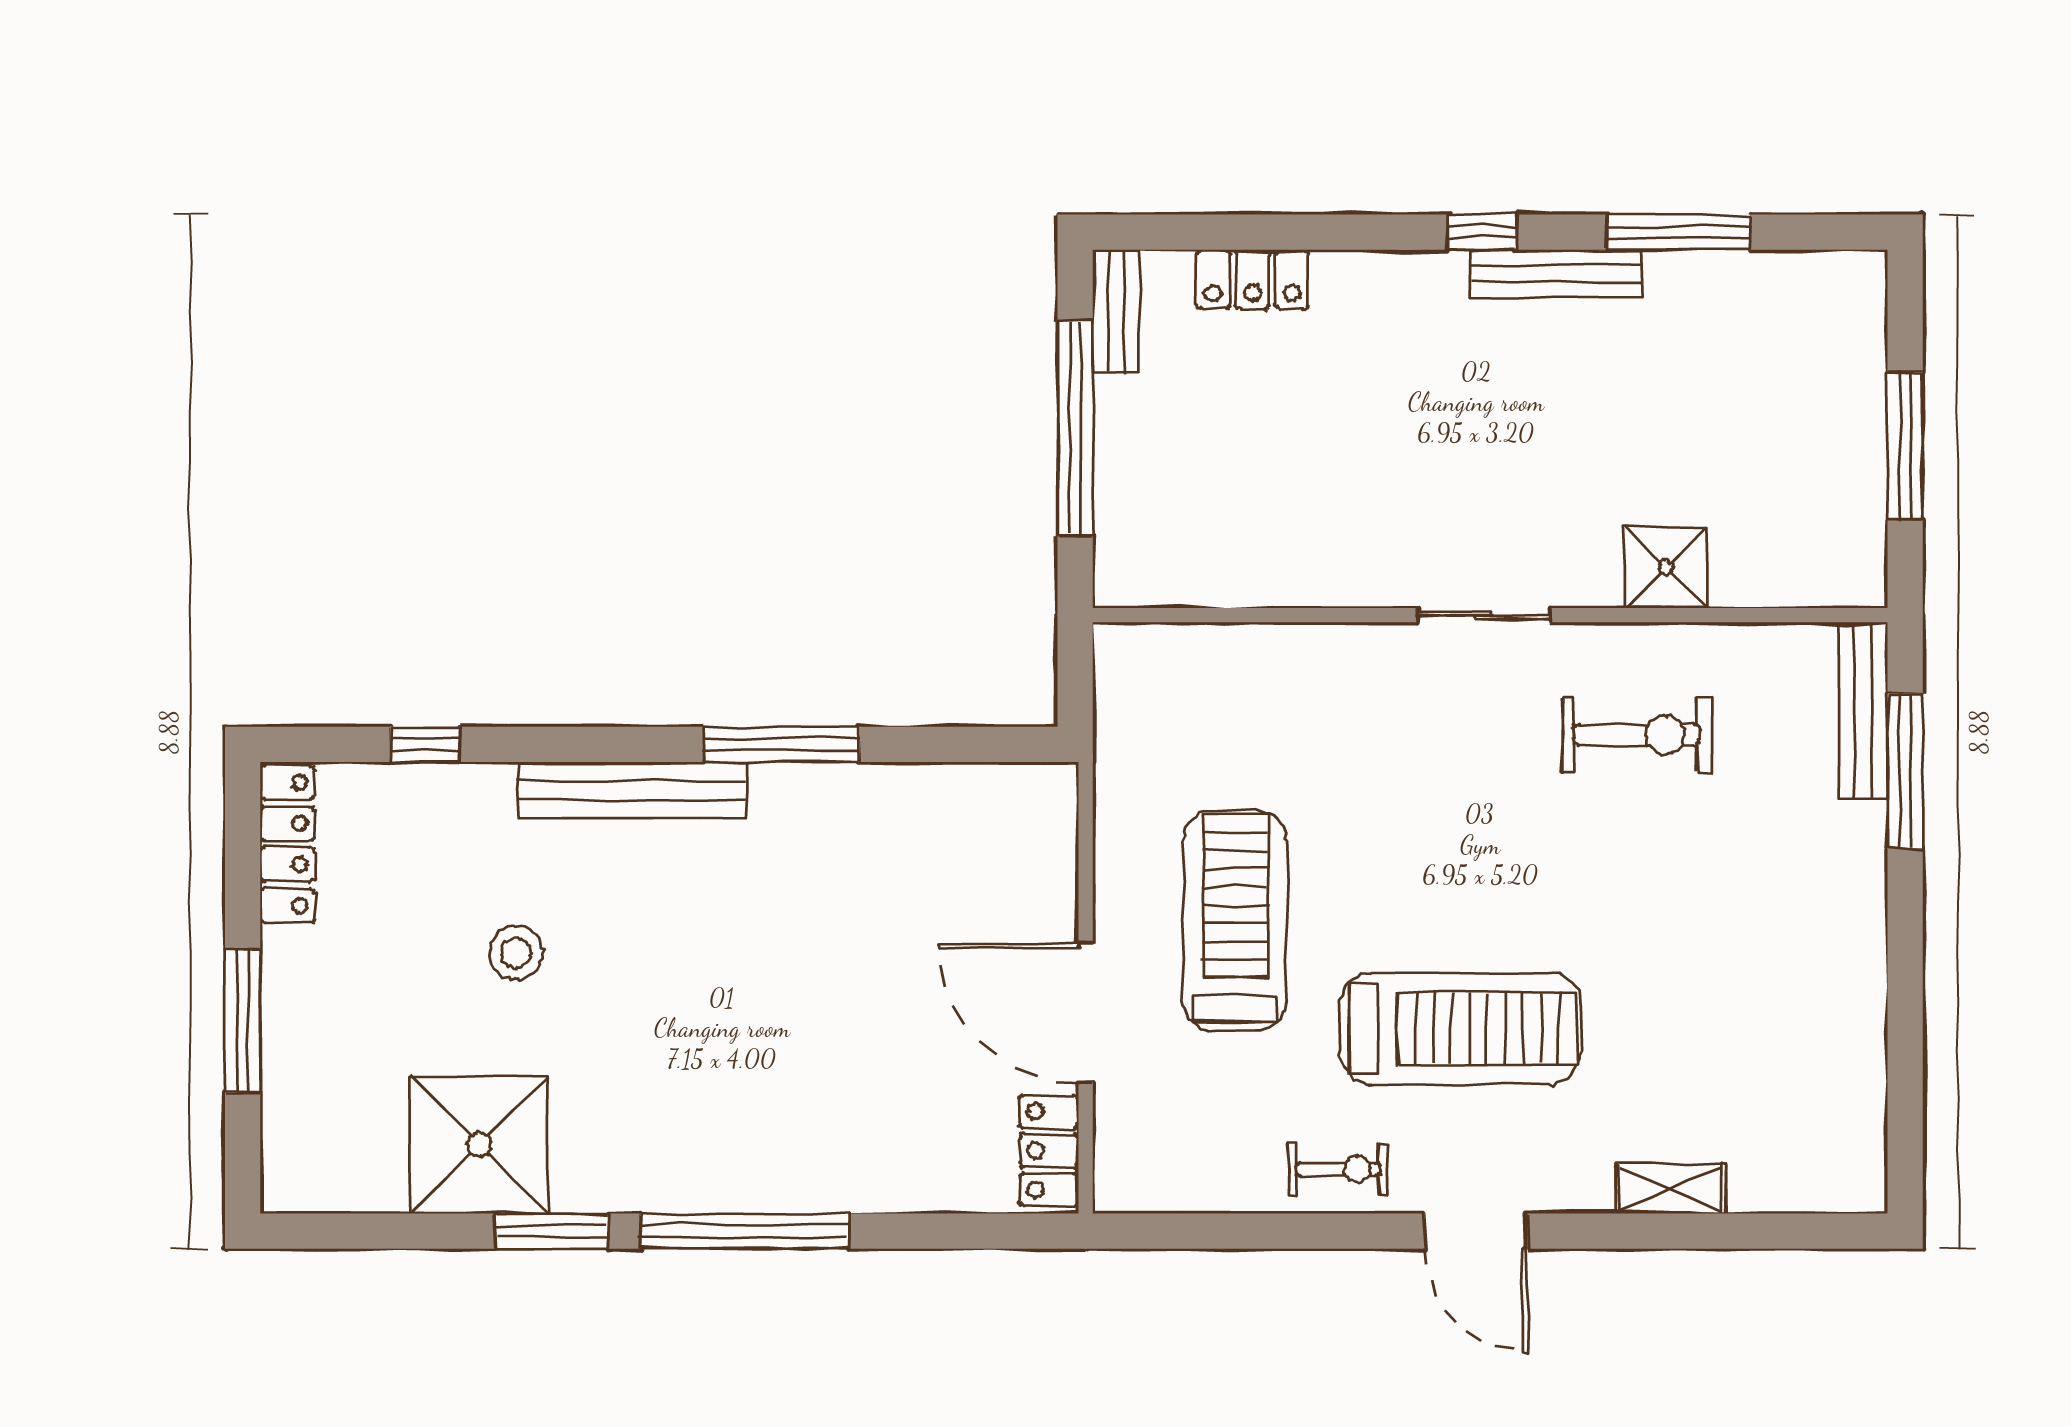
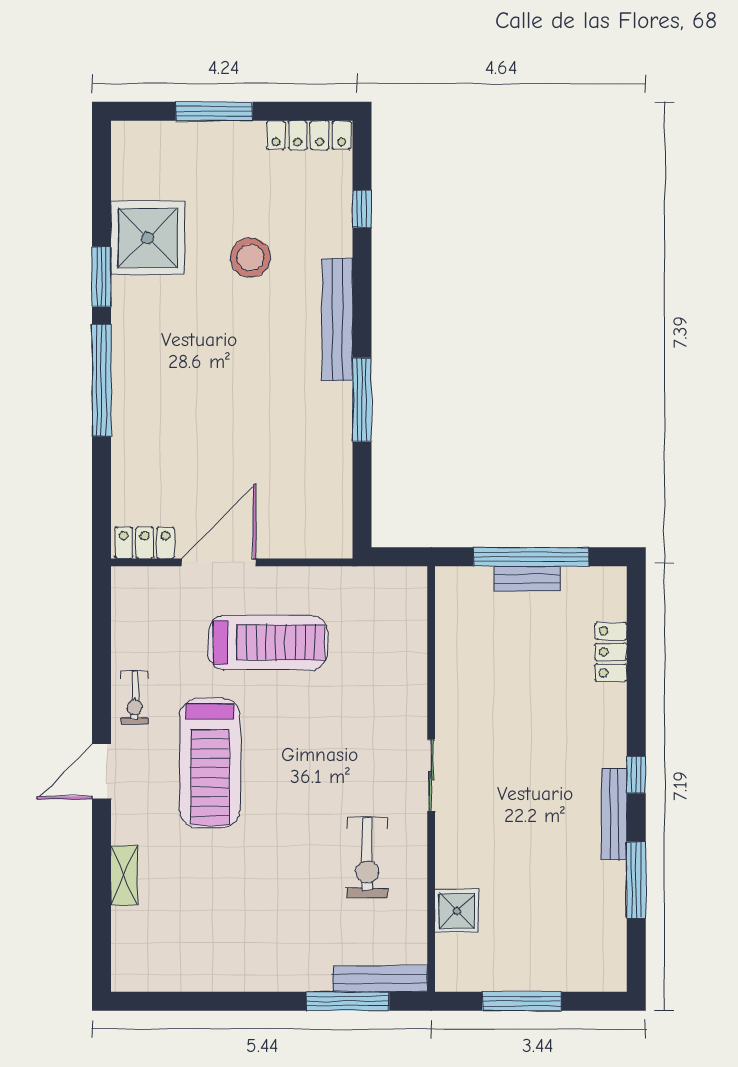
bench: (1116, 311) -> (527, 579), moved
shower: (1666, 568) -> (457, 911), moved
stool: (516, 953) -> (250, 258), width x1.38, depth x1.38

